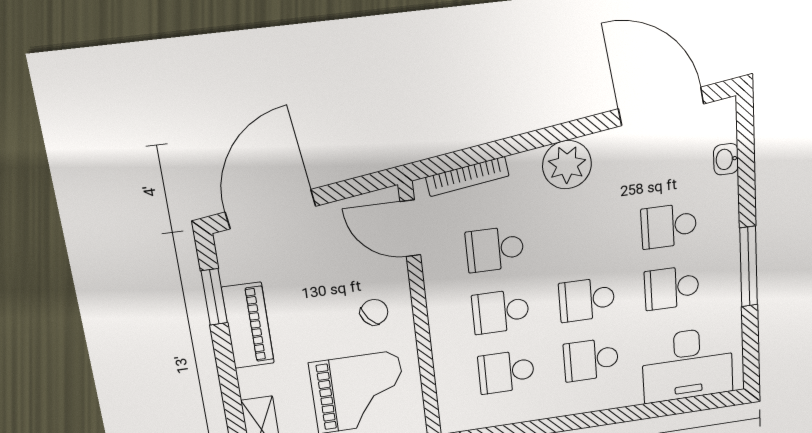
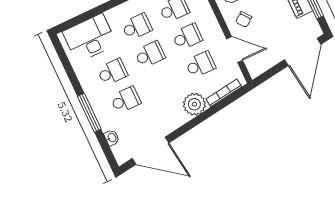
plant: (567, 165) -> (194, 104), moved
door: (410, 228) -> (235, 50), moved
window: (749, 267) -> (89, 113), moved

